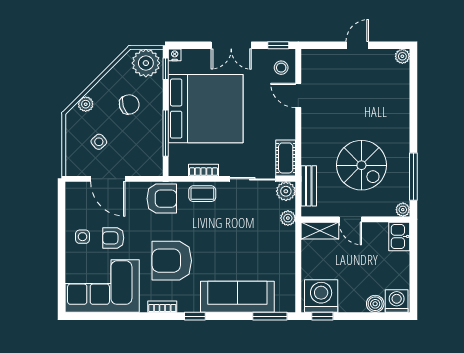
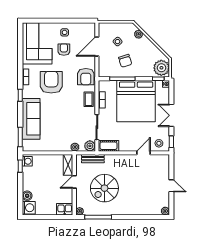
chair: (129, 104) -> (125, 61), moved
washing machine: (321, 296) -> (27, 161), width x0.53, depth x0.53

